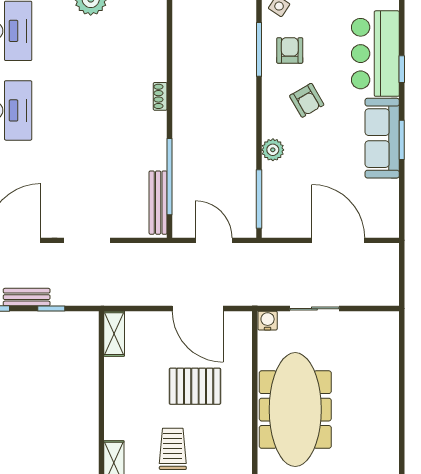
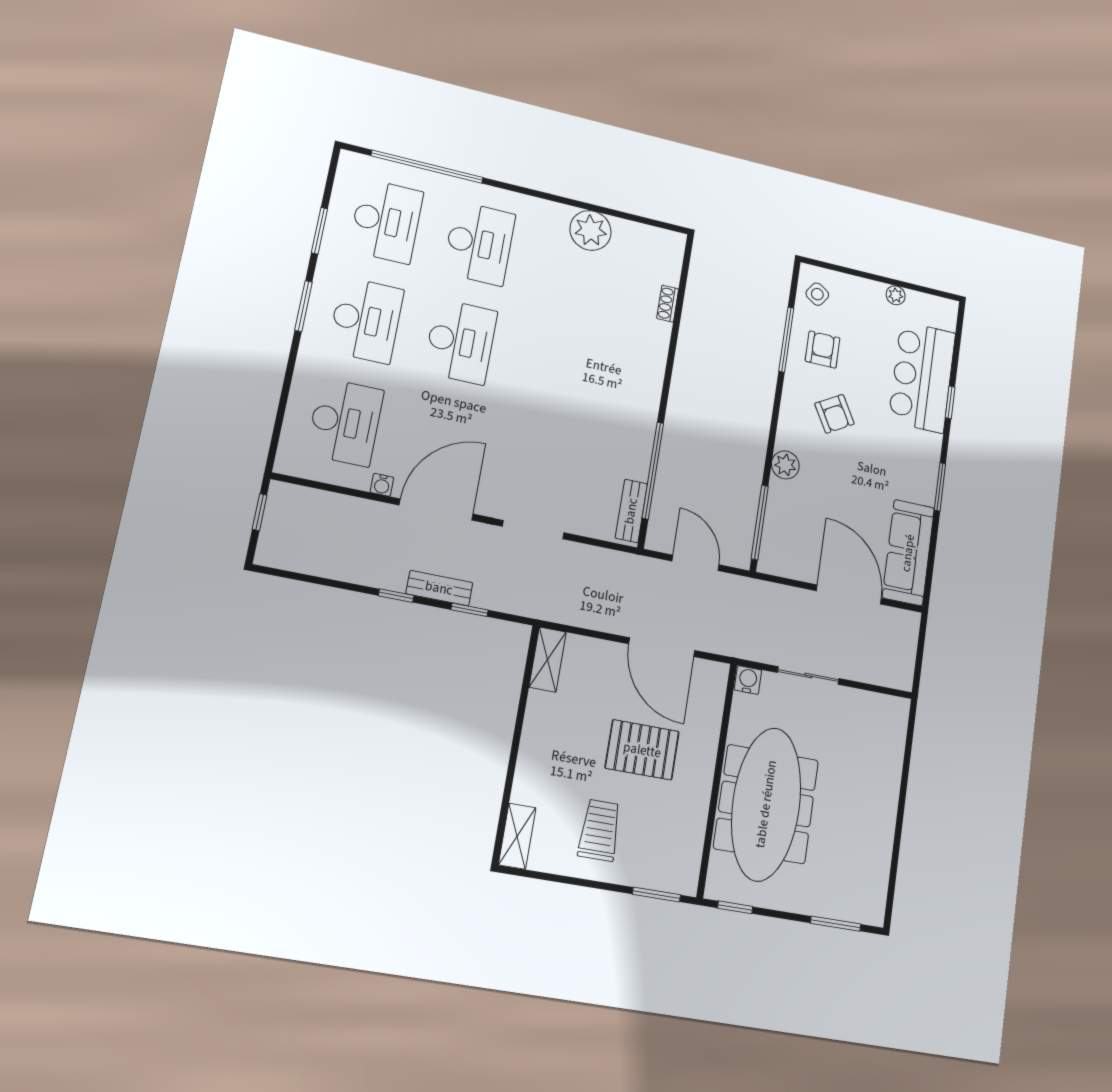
shoe rack: (160, 96) -> (668, 304), moved
sofa: (382, 138) -> (908, 553), moved
bench: (158, 203) -> (631, 511), width x0.73

